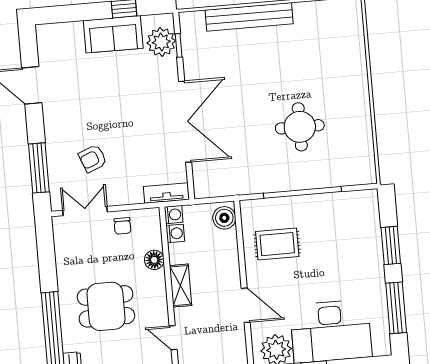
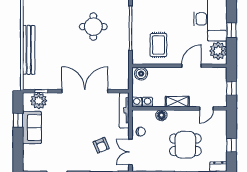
tv unit: (166, 193) -> (124, 110), width x1.41
dining table: (106, 306) -> (185, 145), turned 90

